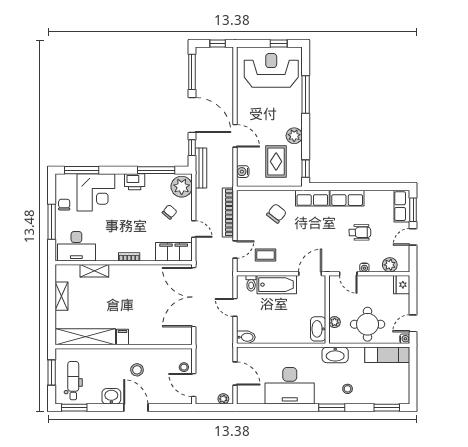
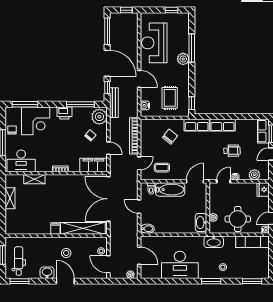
reception desk: (271, 70) -> (154, 43), moved, turned -90
plant: (294, 136) -> (183, 59), moved
door: (348, 274) -> (223, 181), swing flipped
shelving: (86, 337) -> (83, 228), moved

